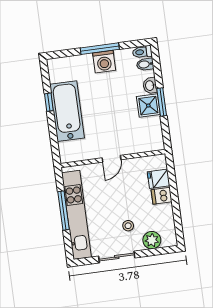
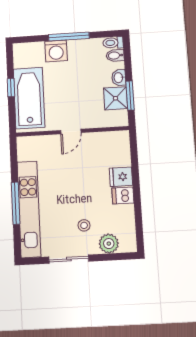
washing machine: (104, 62) -> (56, 51), moved
door: (112, 159) -> (71, 132), moved
wall: (113, 159) -> (72, 131), moved

